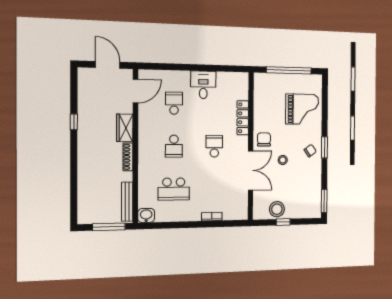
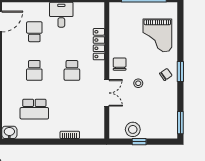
grand piano: (302, 109) -> (157, 35), turned 90
school desk: (214, 146) -> (72, 70), turned 180
double door: (251, 170) -> (107, 93), width x0.73

